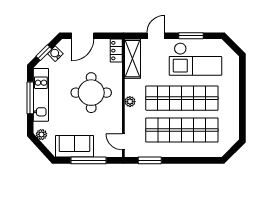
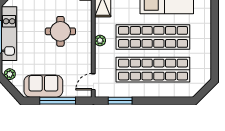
round table: (91, 93) -> (60, 31), width x0.73, depth x0.73
door: (123, 142) -> (93, 82), hinge flipped

